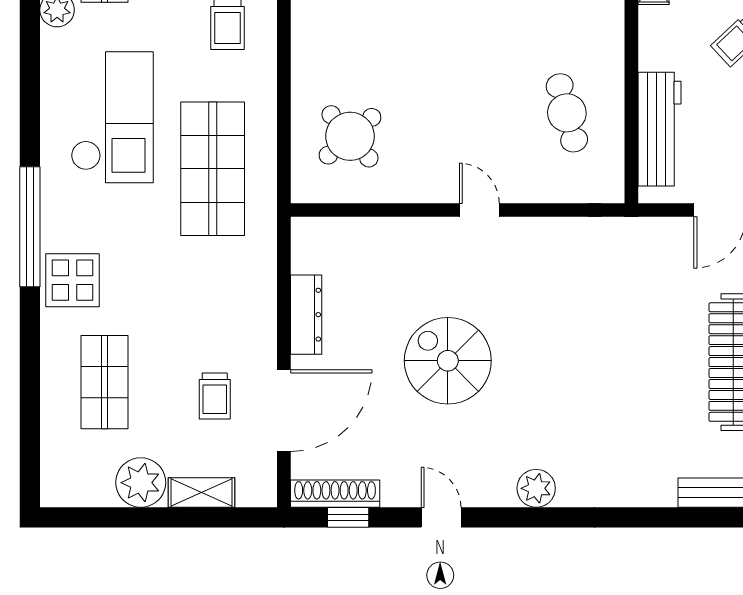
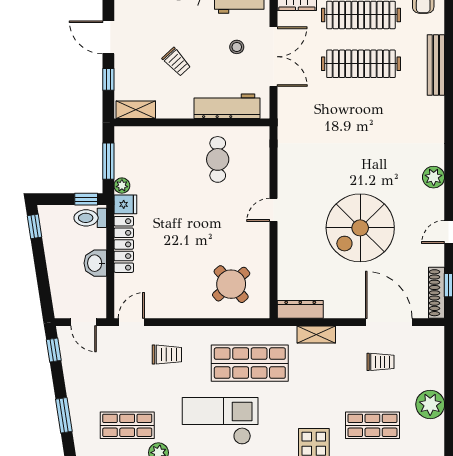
cafe table: (567, 113) -> (218, 159), turned -75
dresser: (306, 315) -> (300, 309), moved
spiral stairs: (448, 361) -> (360, 228), width x1.37, depth x1.37
shelving: (201, 492) -> (316, 335), moved, turned 90

